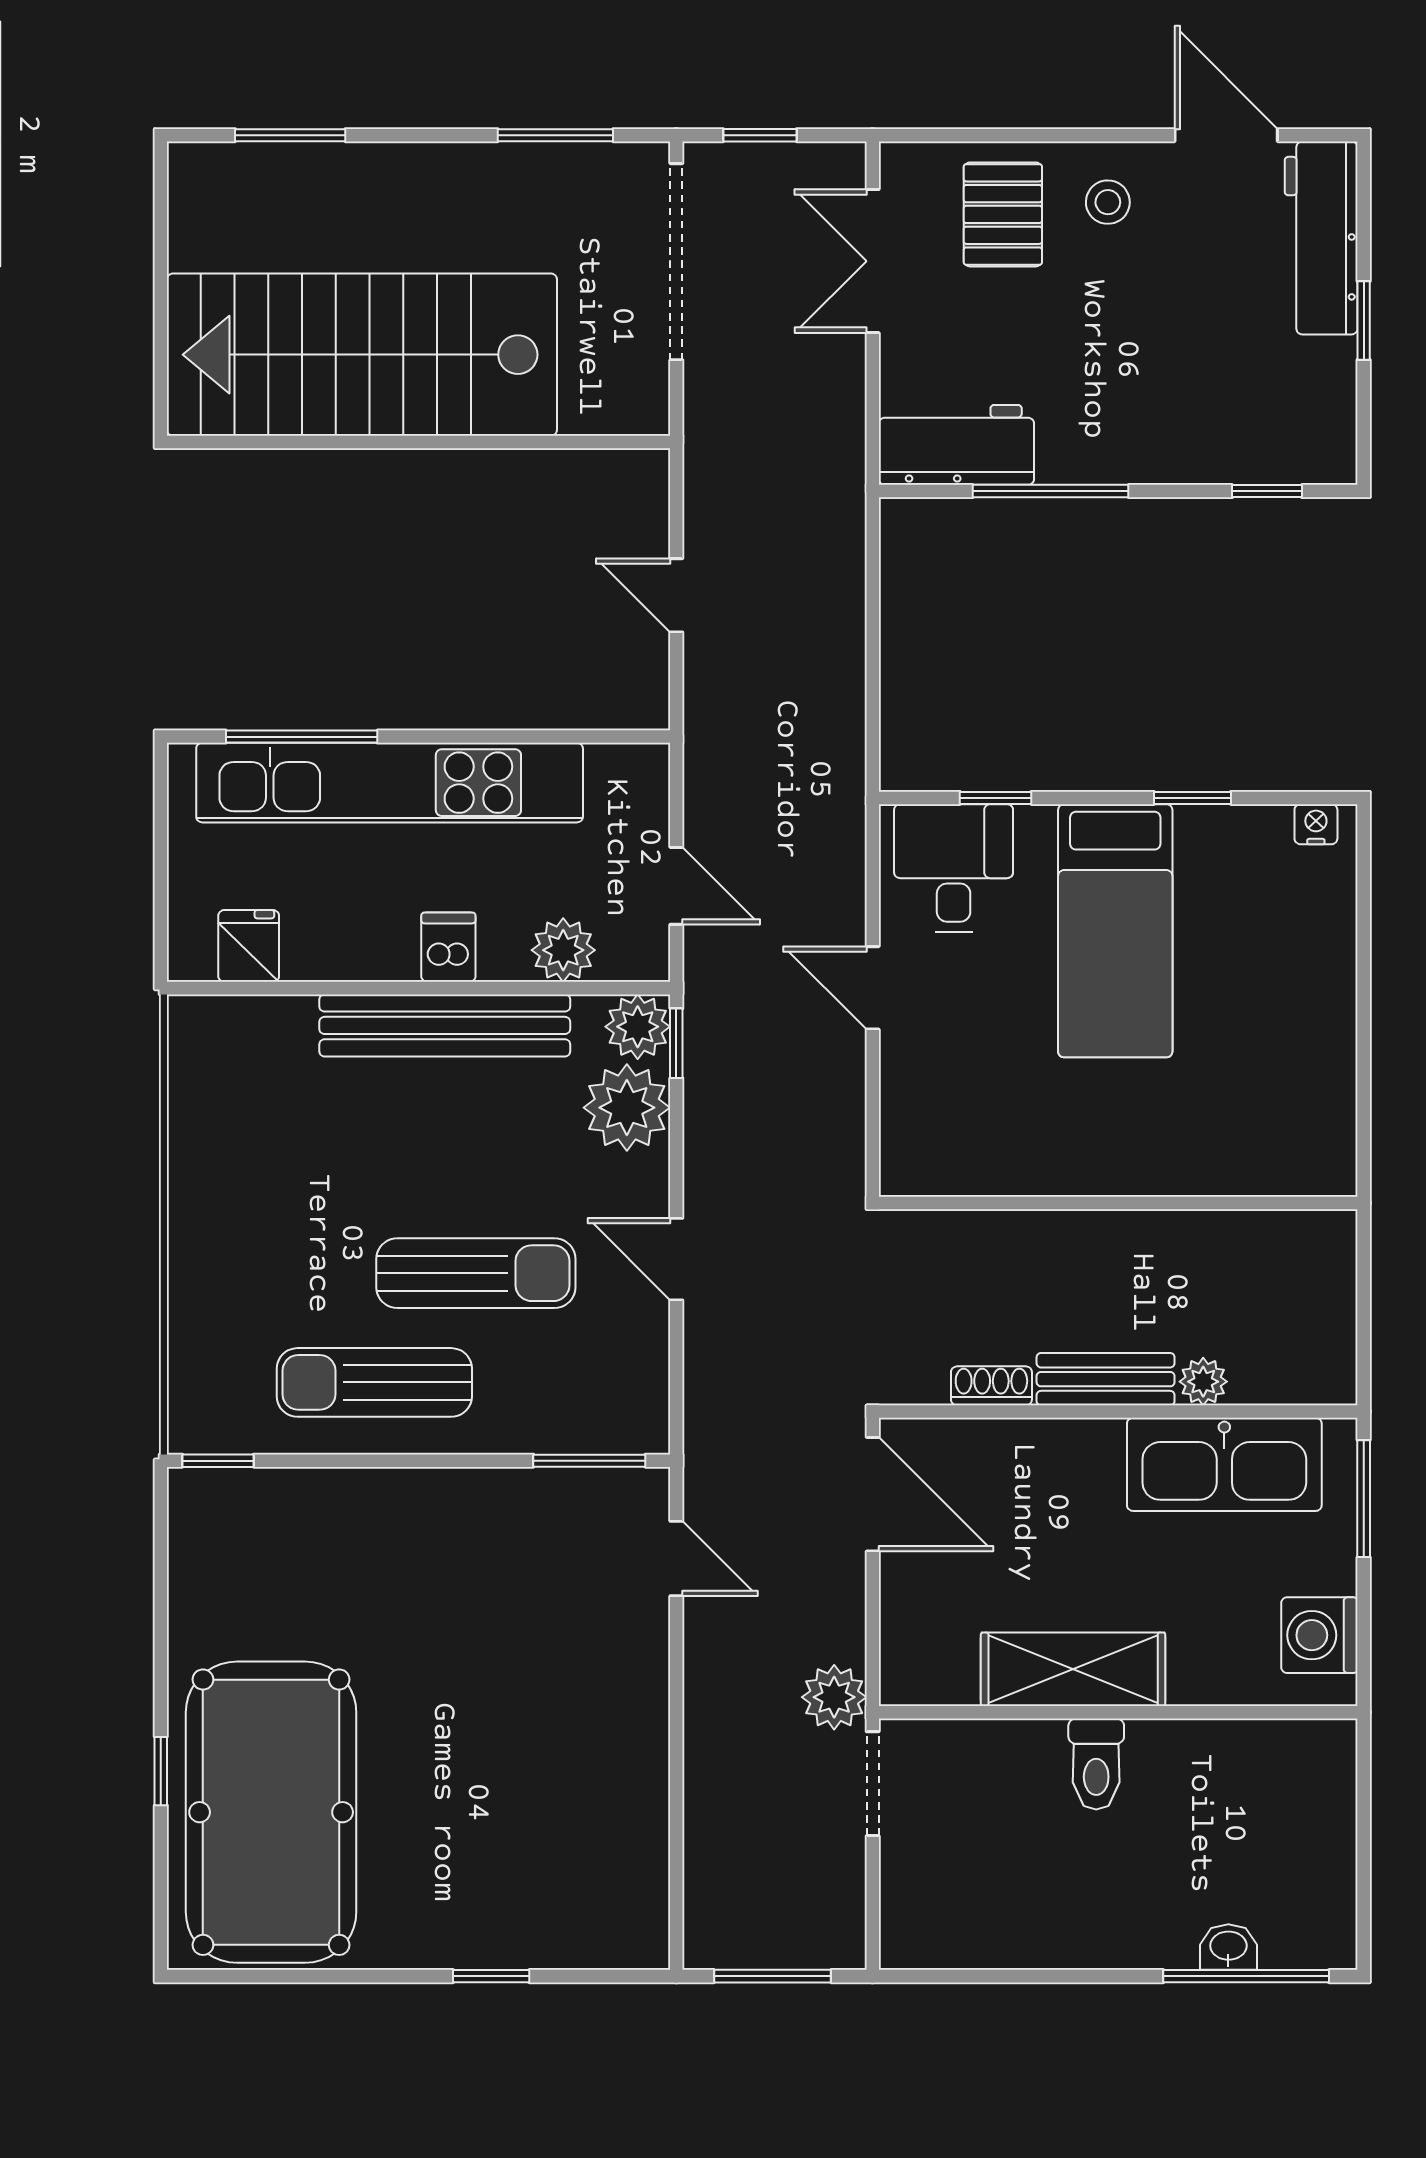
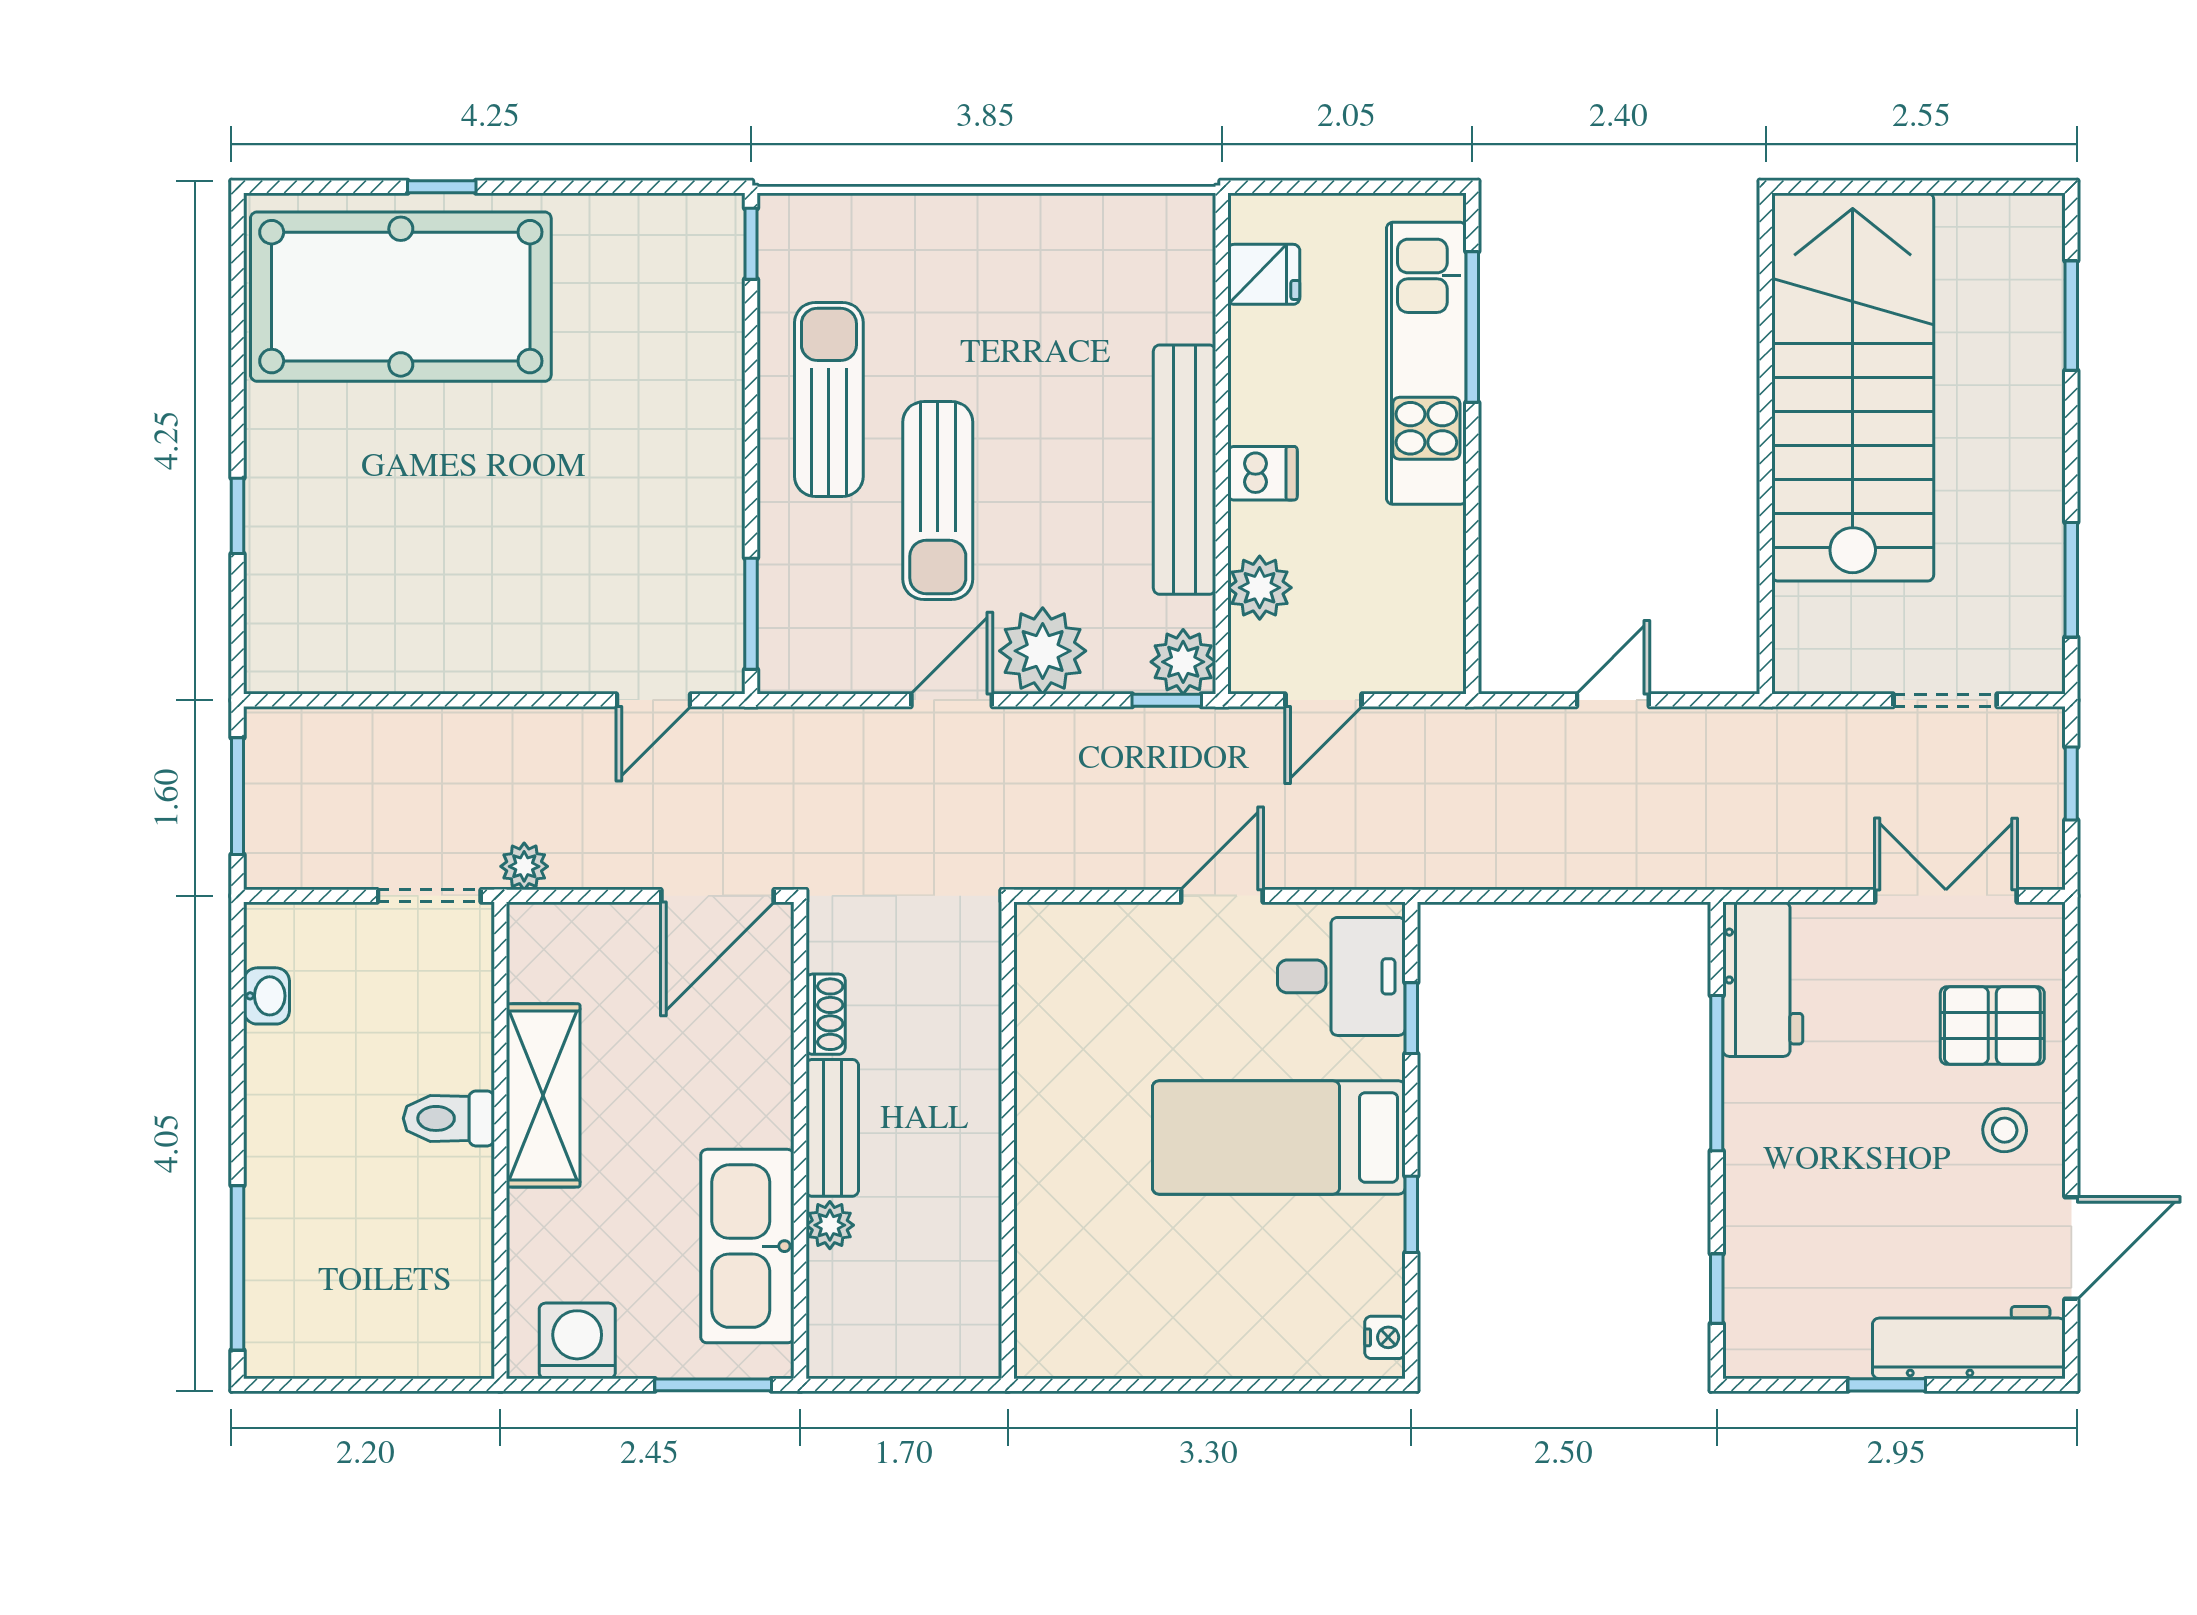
doorway: (676, 262) -> (1945, 700), width x0.53
kitchen unit: (390, 783) -> (1426, 363), width x0.73
plant: (627, 1108) -> (1043, 651), moved
plant: (834, 1697) -> (524, 866), width x0.73, depth x0.73
washbasin: (1228, 1947) -> (267, 996), moved

